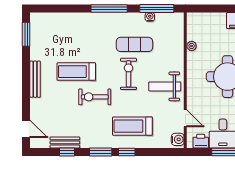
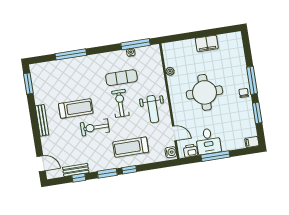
window: (109, 8) -> (71, 54), moved
treadmill: (76, 72) -> (76, 108), turned 180
weight bench: (165, 86) -> (153, 109), turned -90

